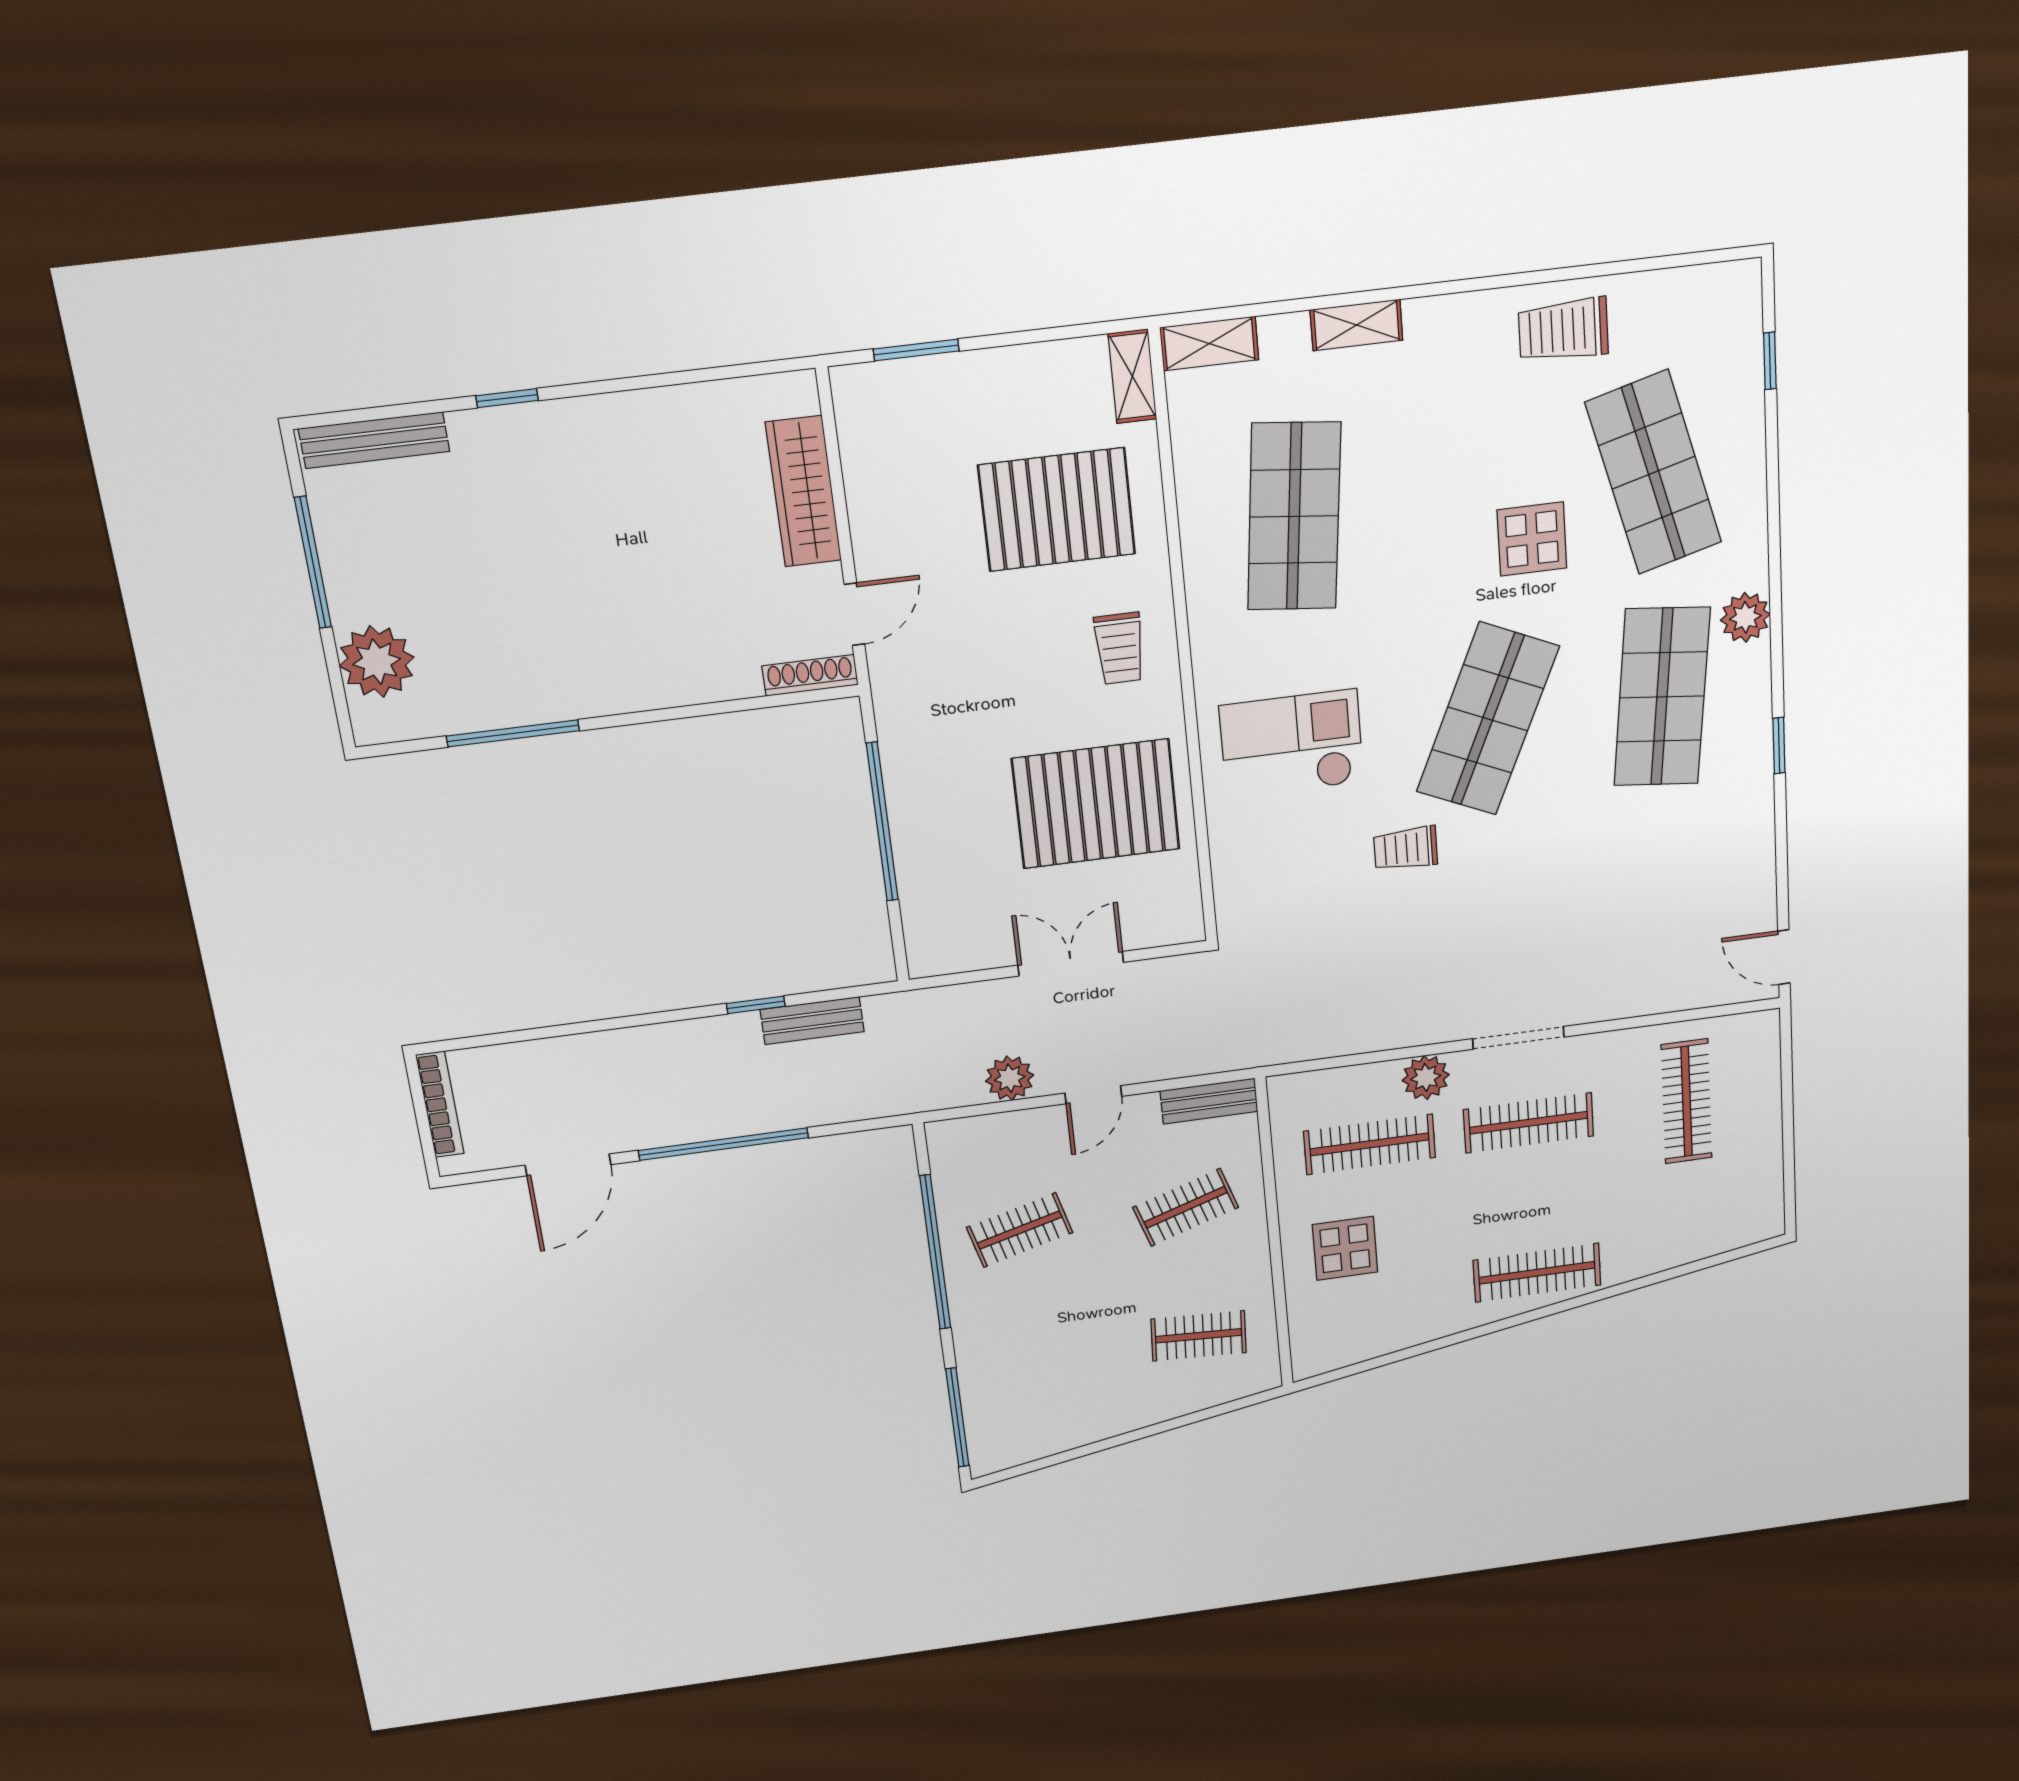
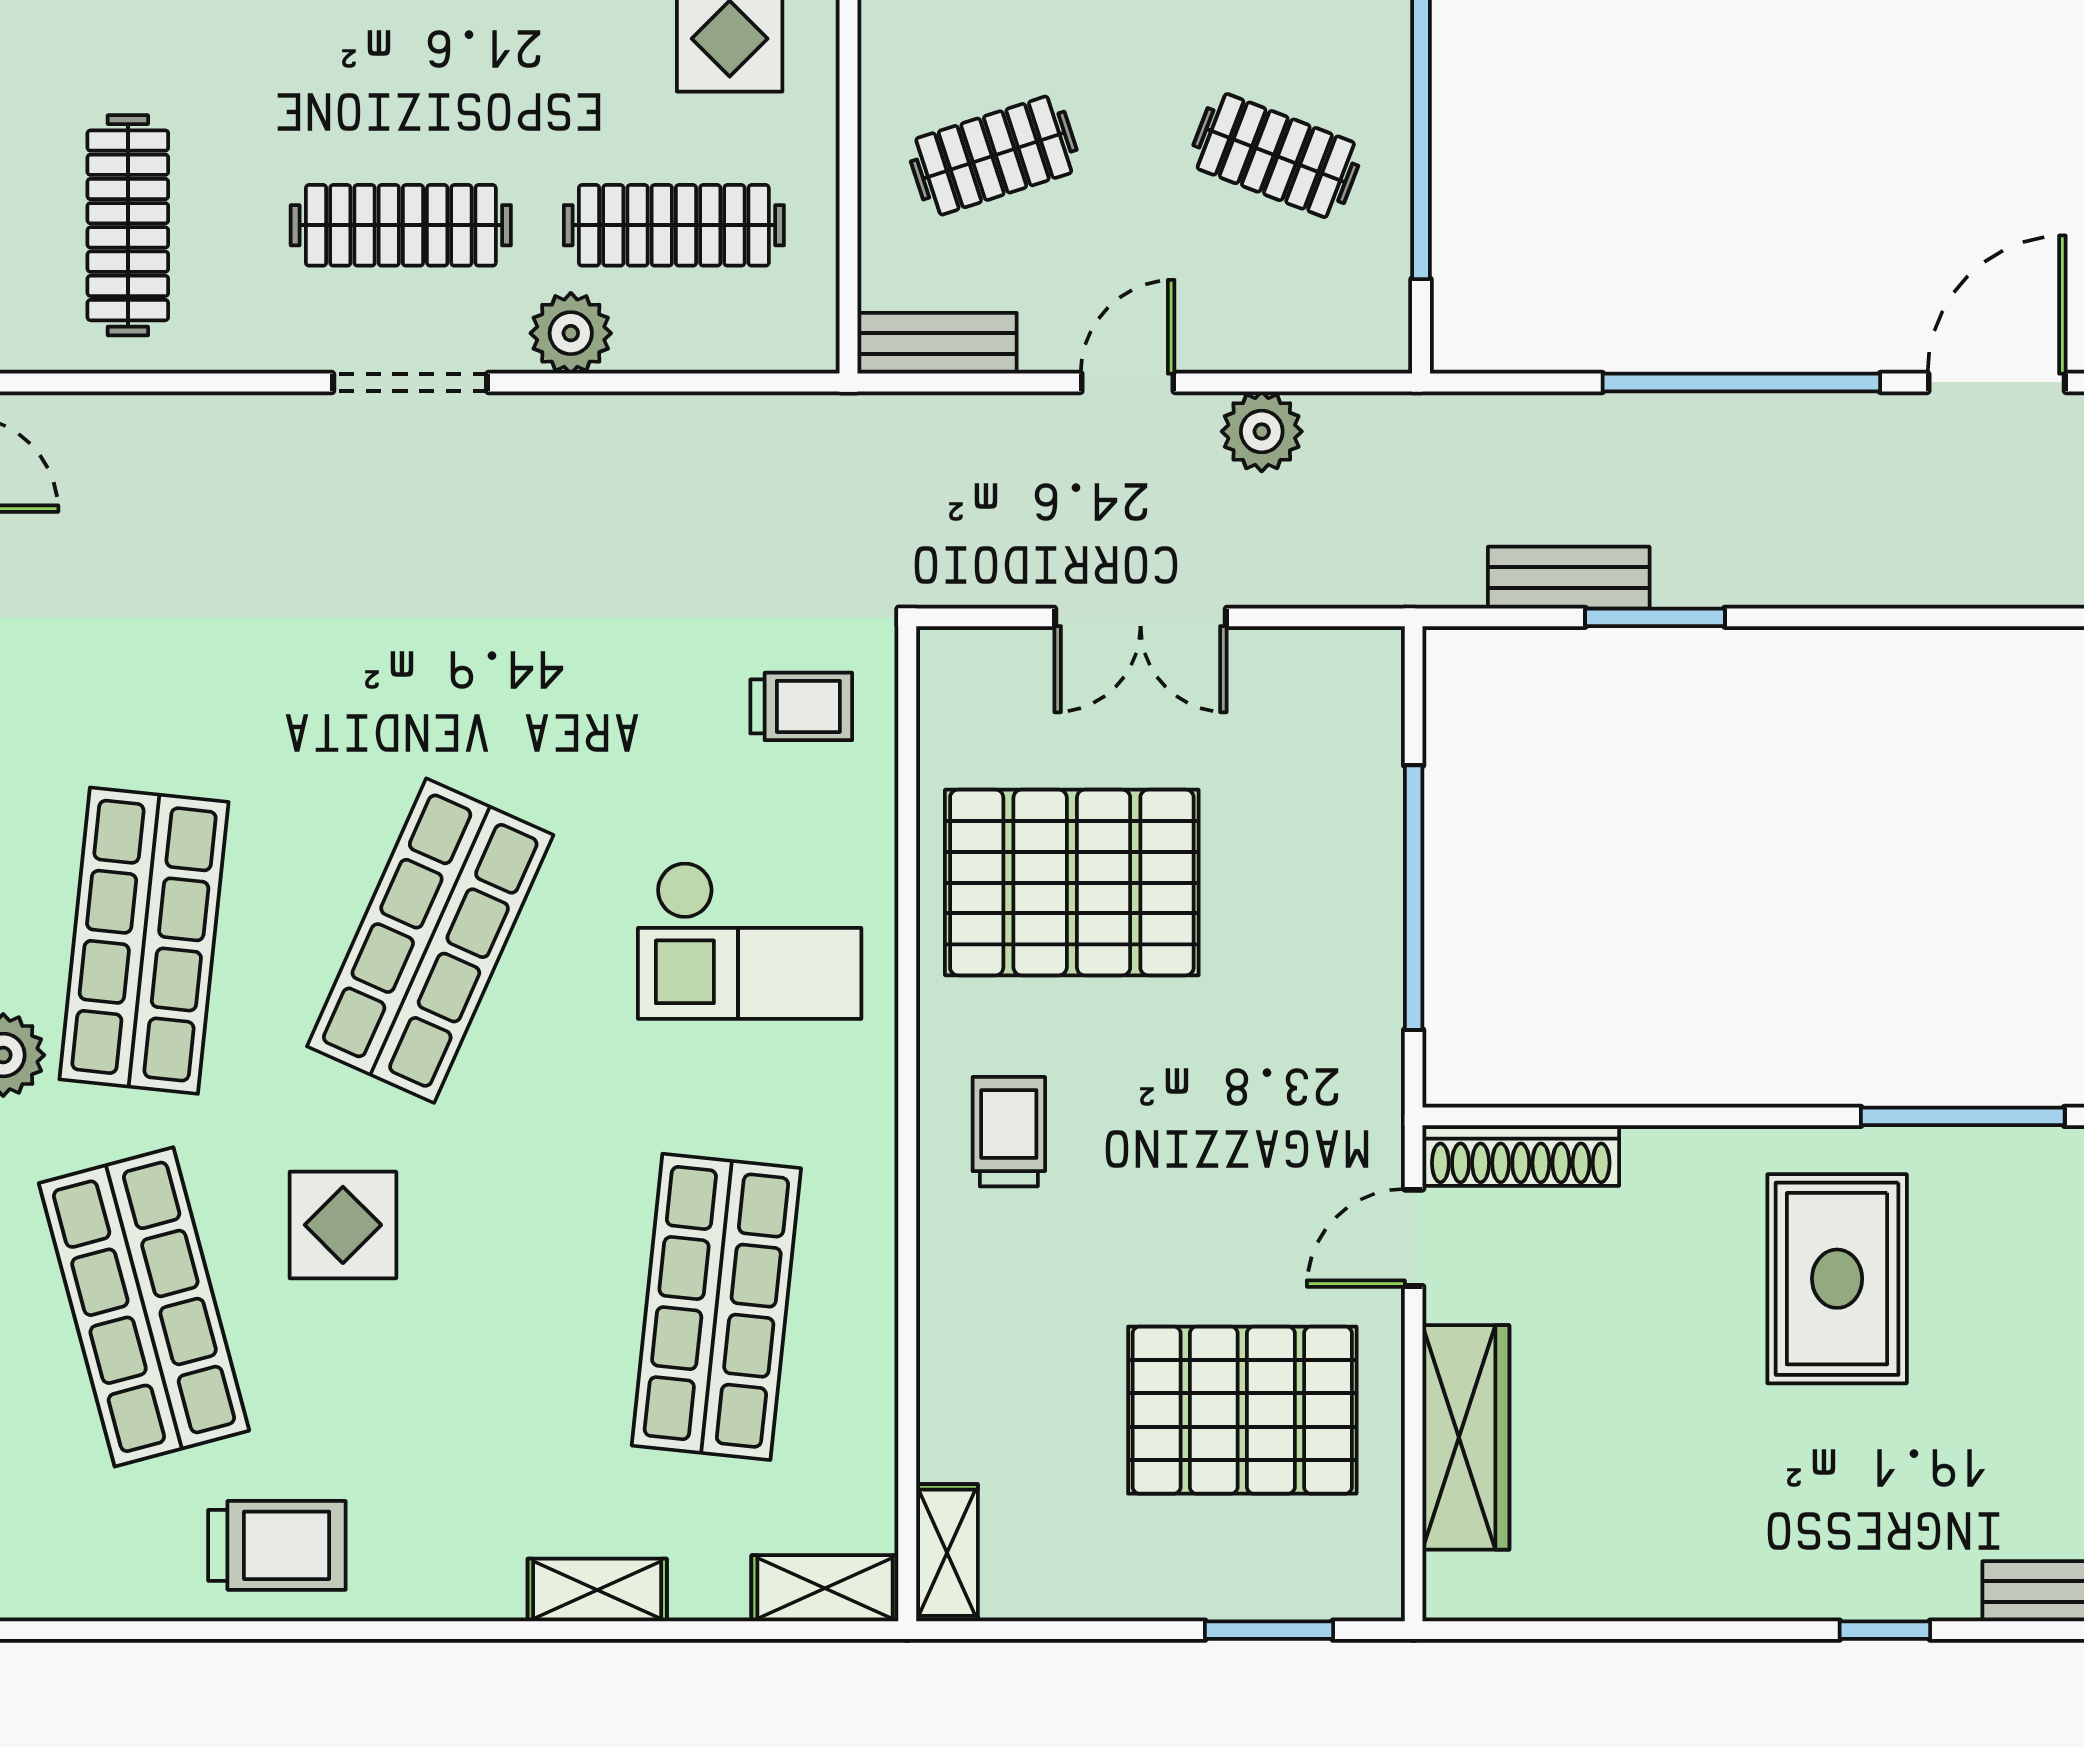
pallet: (1057, 510) -> (1242, 1410), moved
rug: (577, 622) -> (1837, 1279), added
shoe rack: (810, 675) -> (1521, 1156), width x1.36, depth x1.24
trolley: (1406, 848) -> (801, 706), moved
window: (756, 1005) -> (1655, 617), width x1.50
clothes rail: (1020, 1230) -> (1276, 156), turned 36

